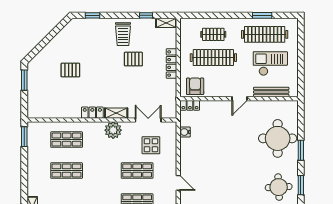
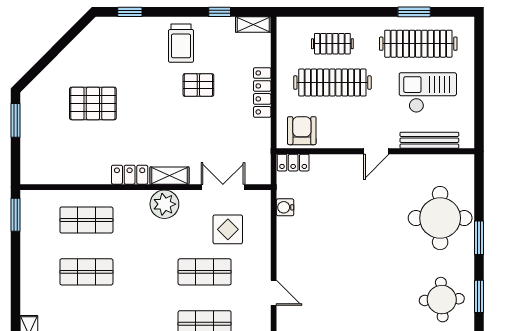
pallet: (70, 70) -> (93, 103), width x1.50, depth x1.42

